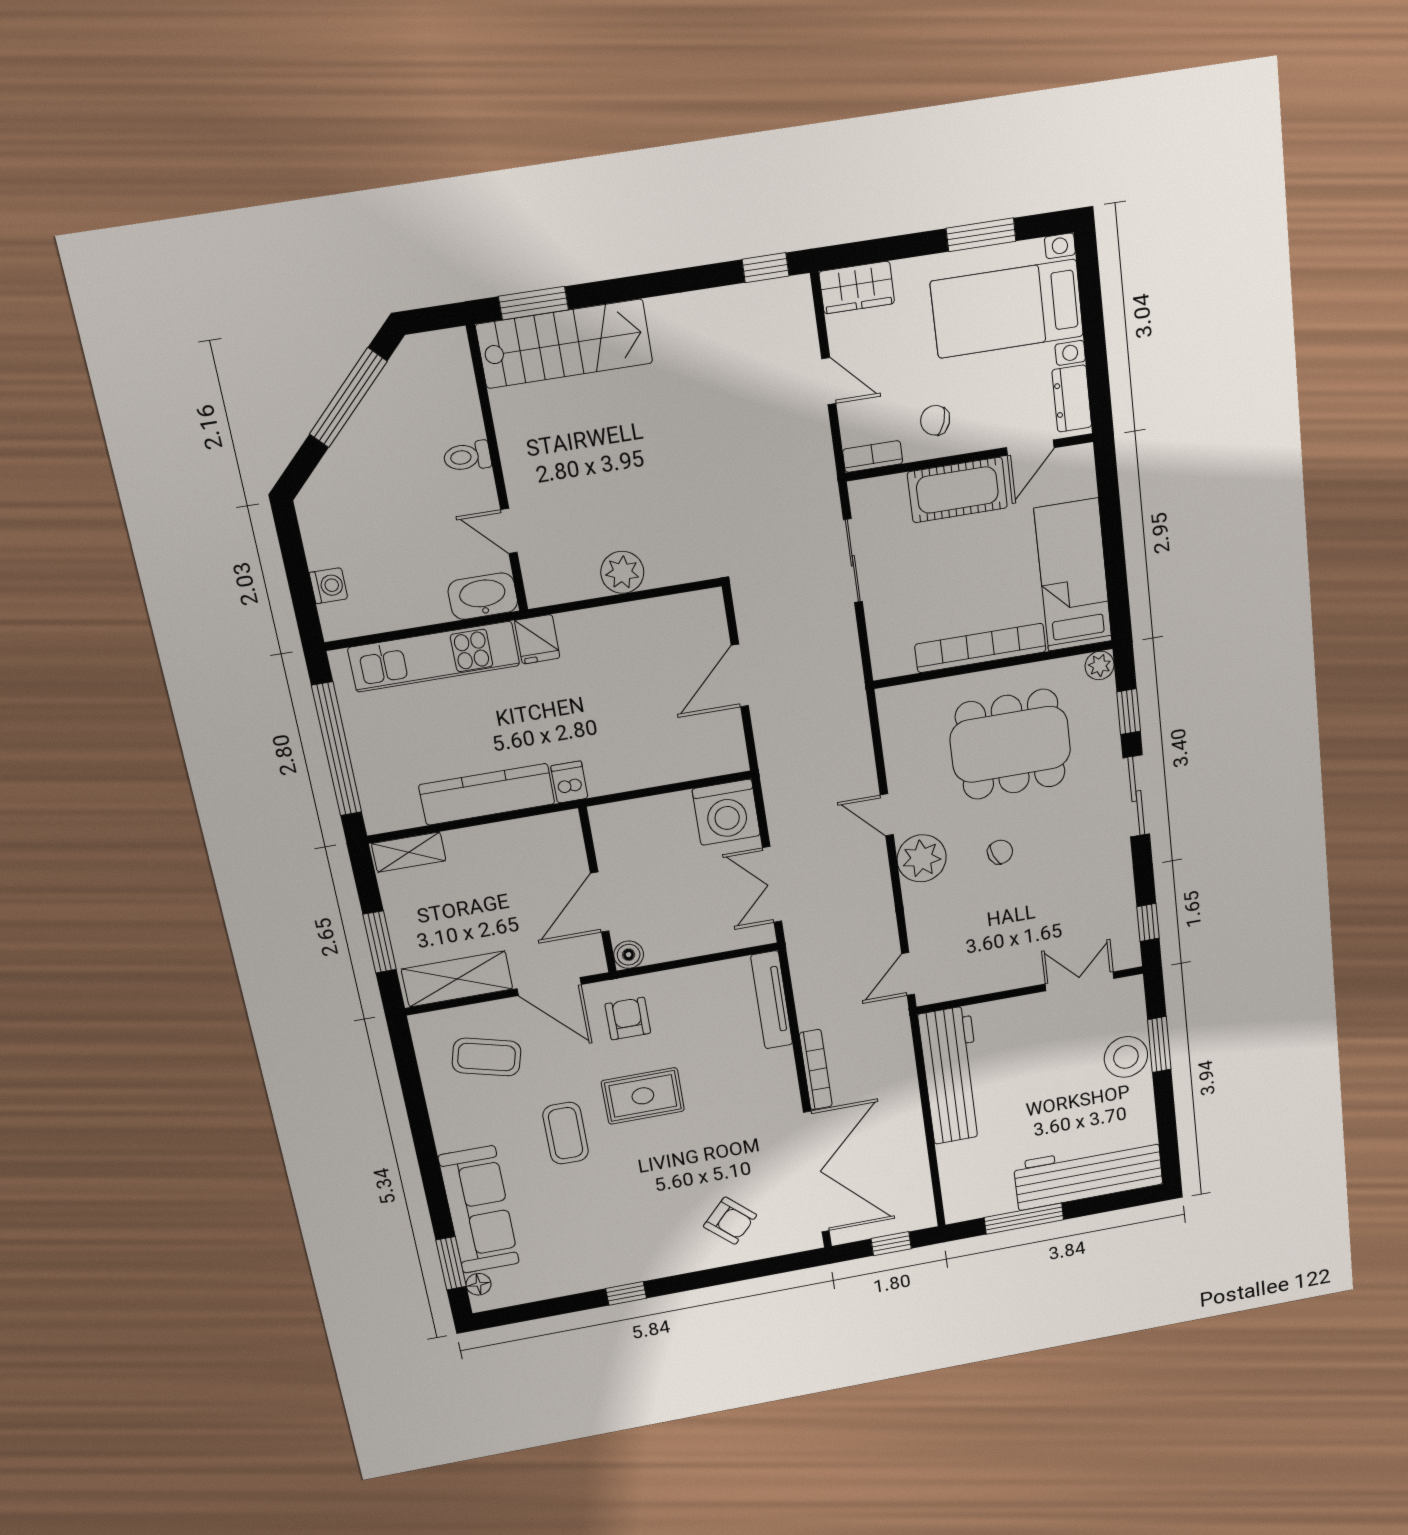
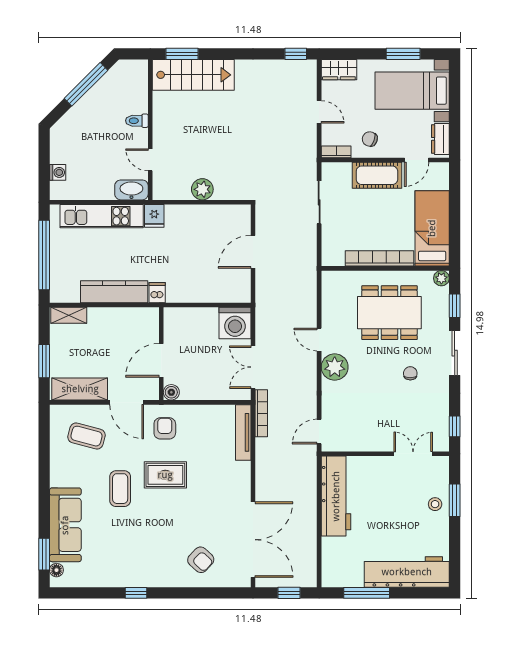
chair: (1000, 852) -> (410, 373), moved, turned -67
stool: (1126, 1057) -> (435, 504), width x0.53, depth x0.53
bookcase: (816, 1070) -> (261, 413), moved

